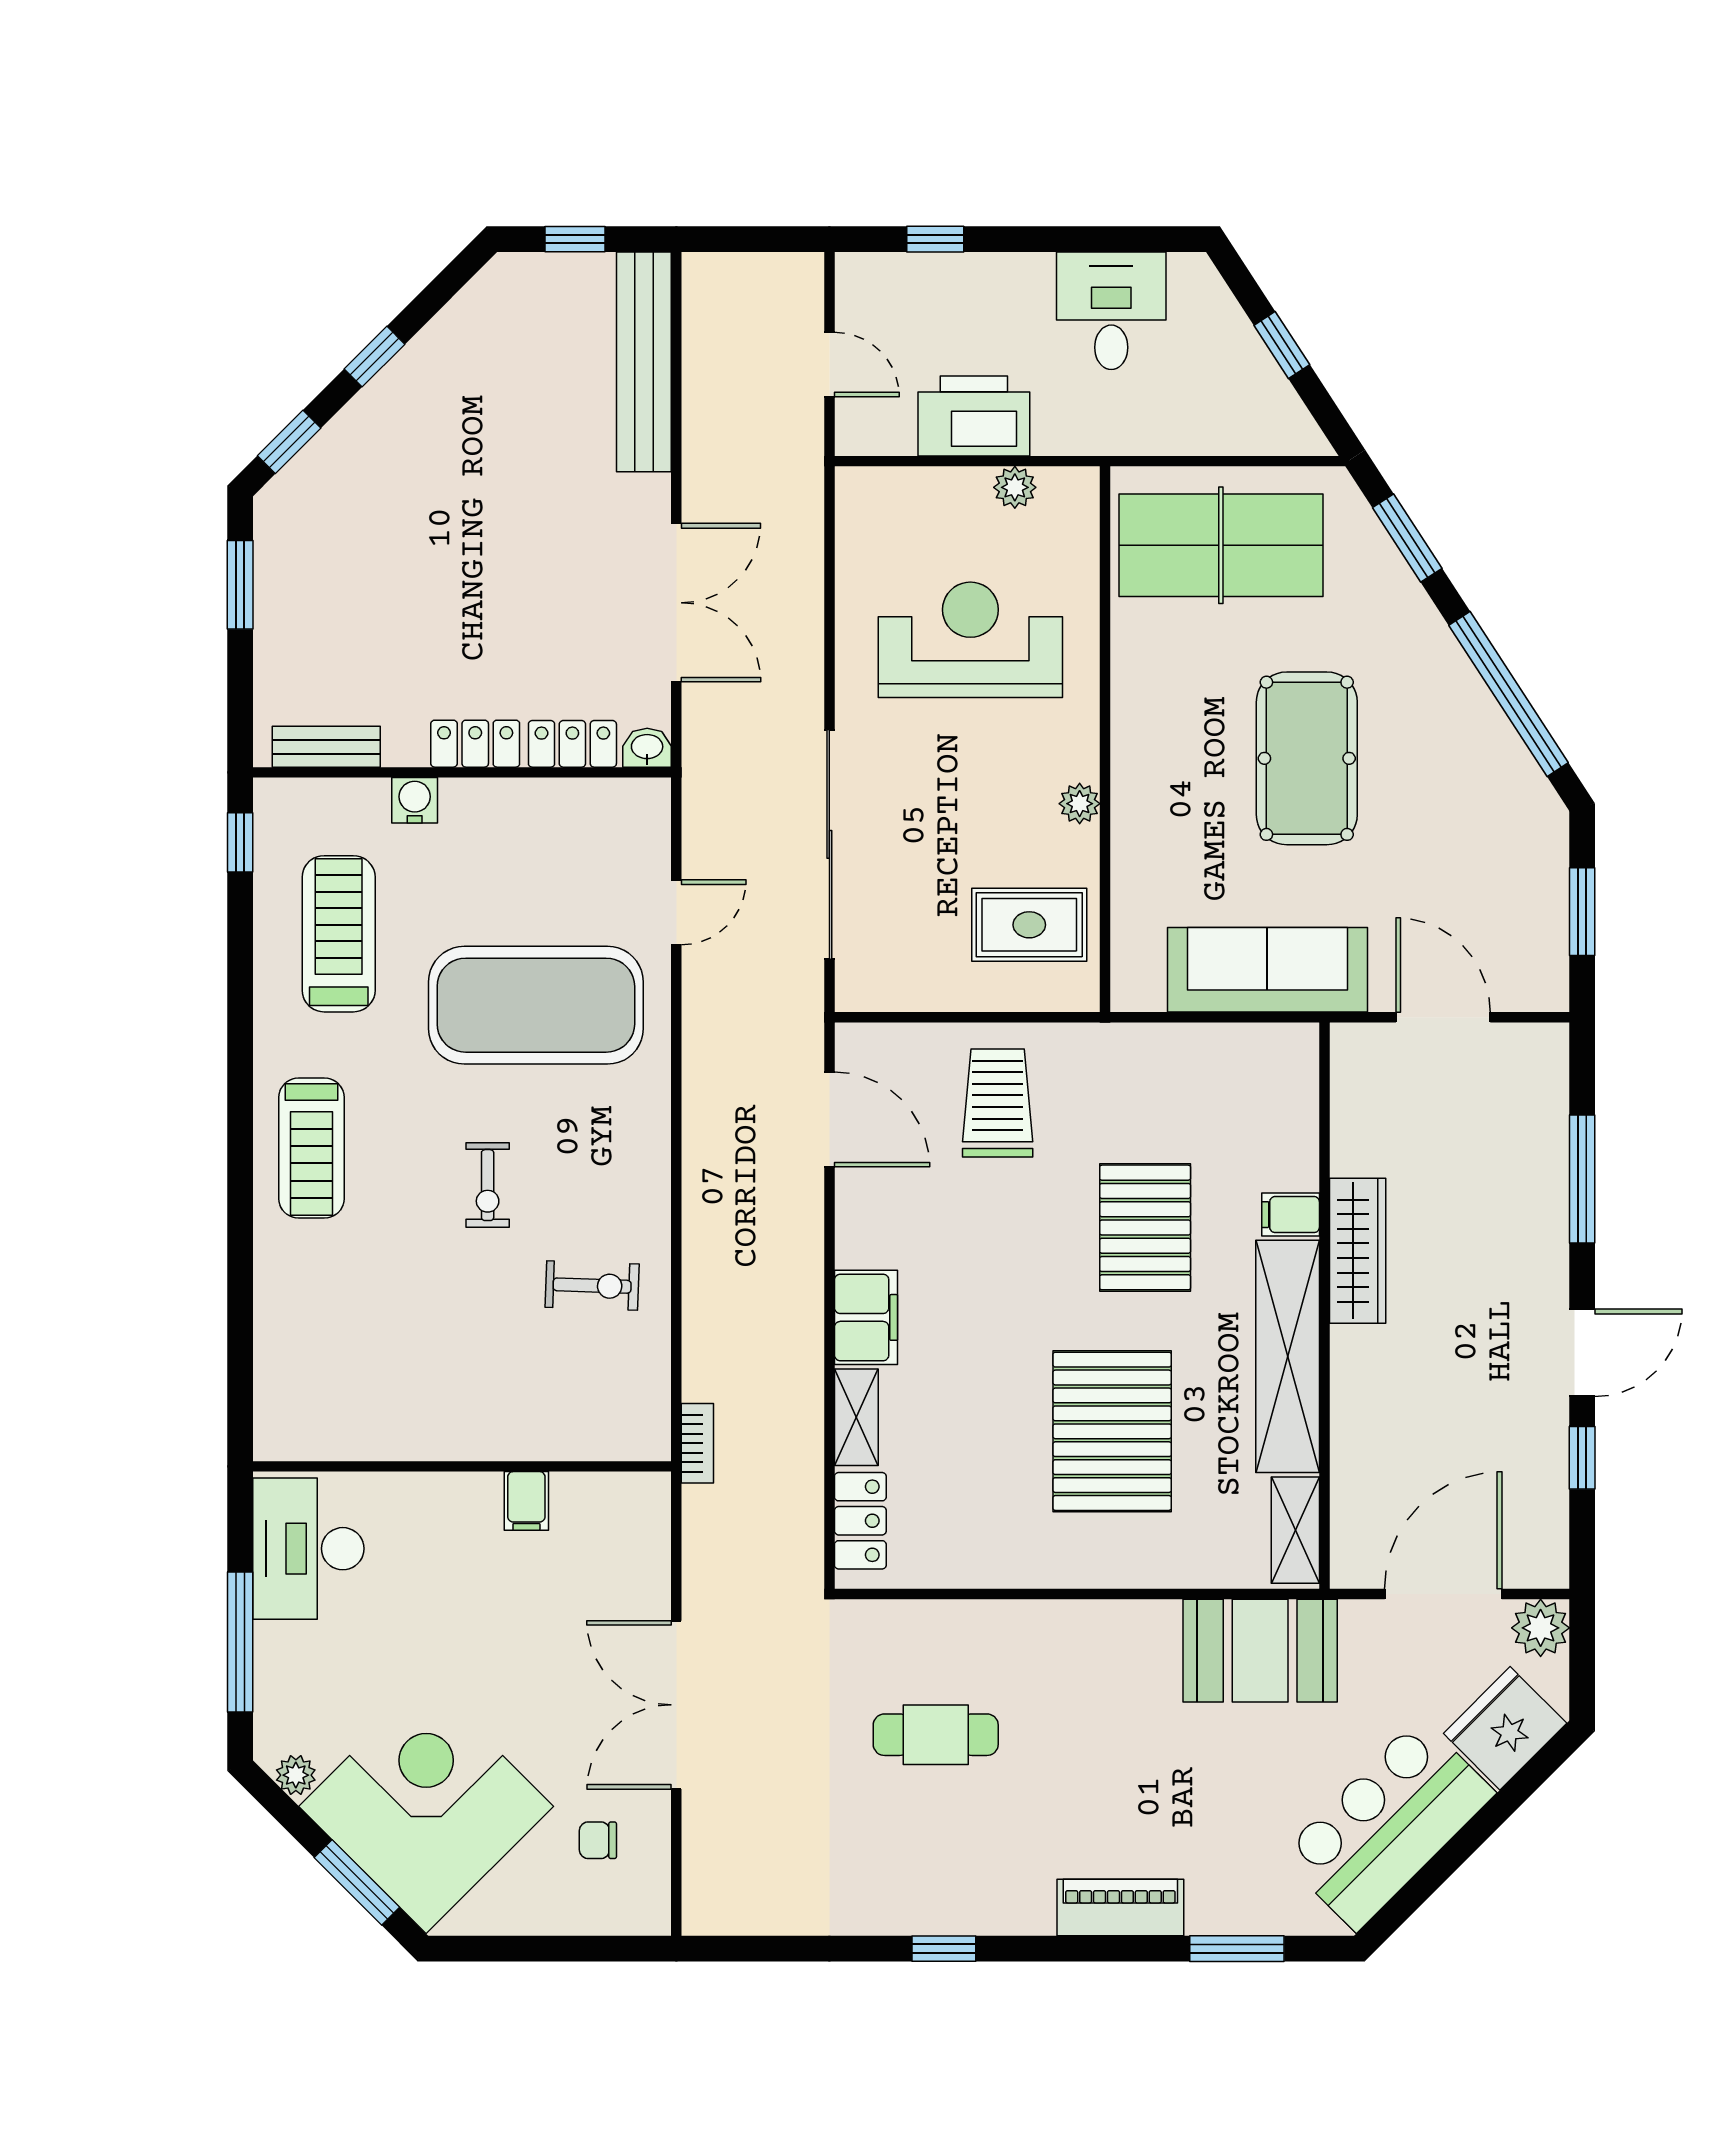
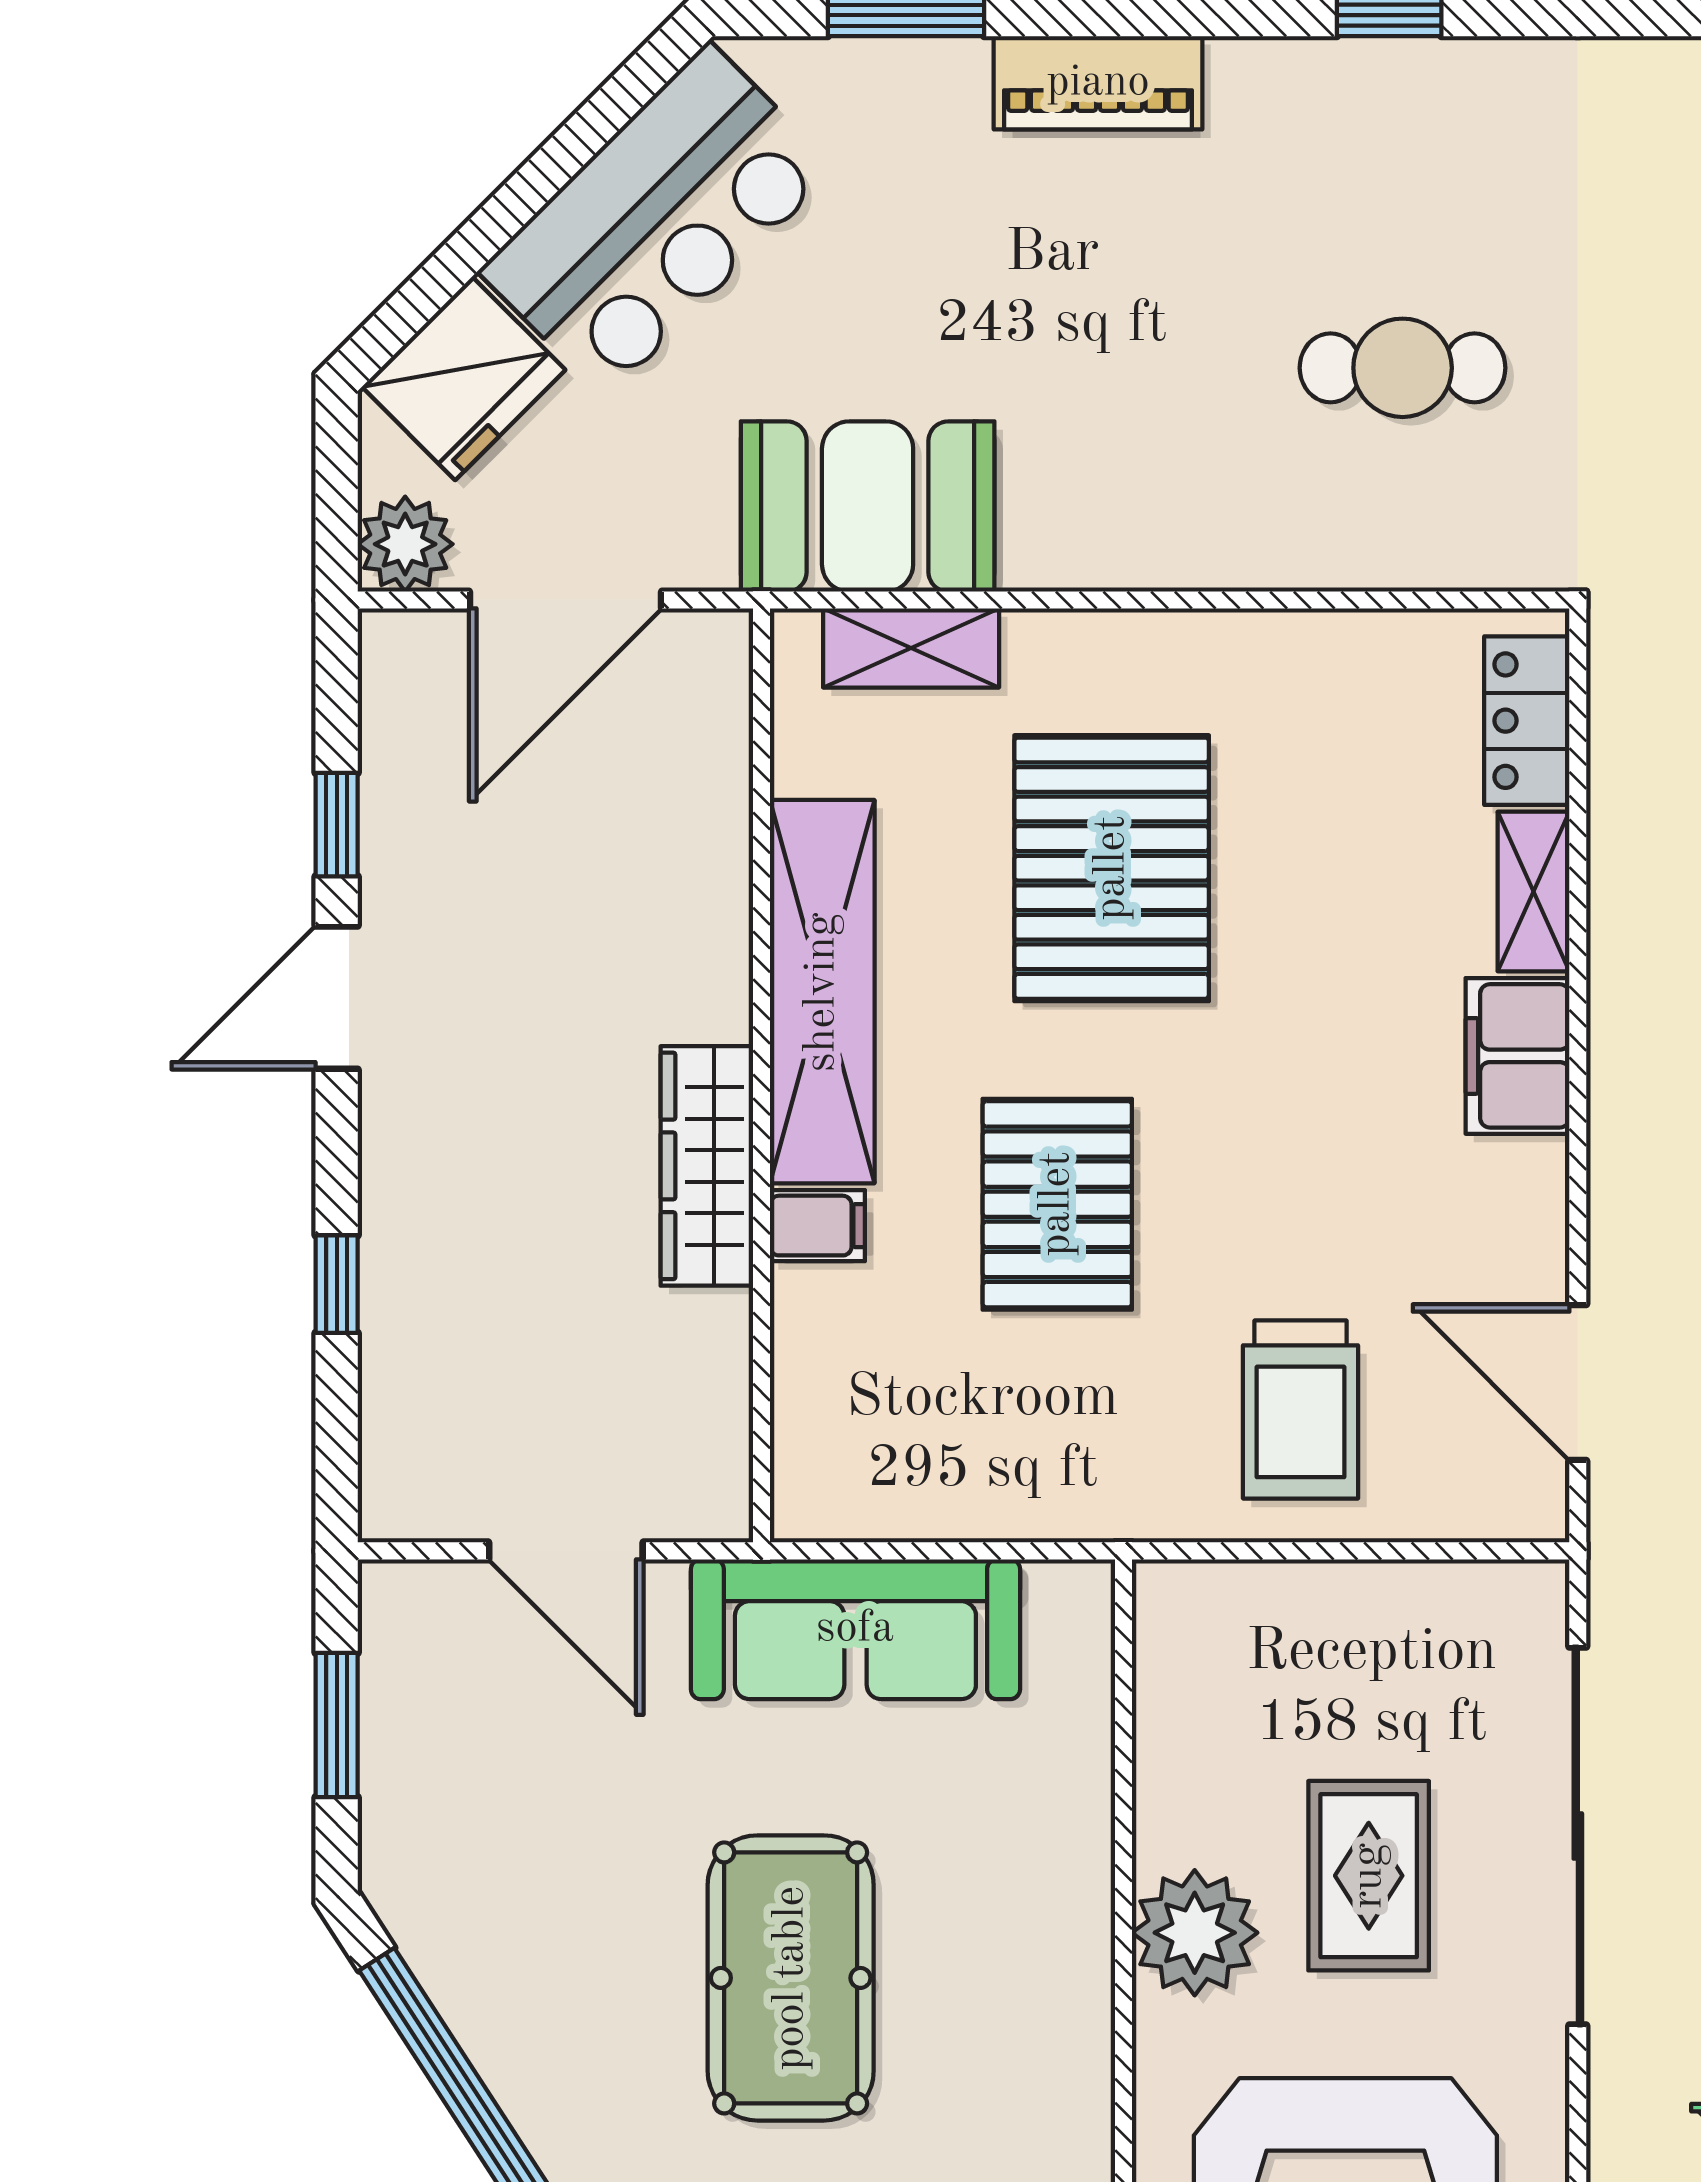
plant: (1080, 804) -> (1195, 1933), width x1.87, depth x1.87
rug: (1029, 925) -> (1369, 1876), moved, turned 90
window: (1582, 1179) -> (337, 1284), width x0.46
shelving: (1295, 1530) -> (911, 648), moved, turned 90

